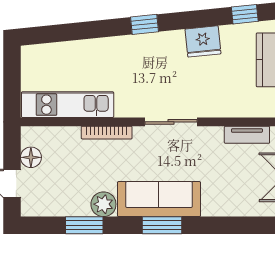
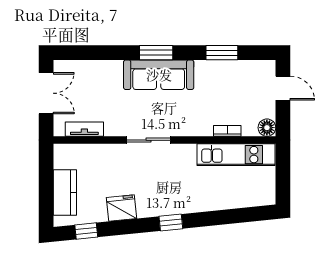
bookcase: (107, 133) -> (227, 131), moved, width x0.64
floor lamp: (31, 157) -> (267, 128), moved
plant: (103, 204) -> (206, 70), removed

